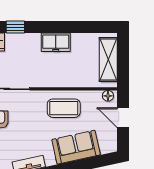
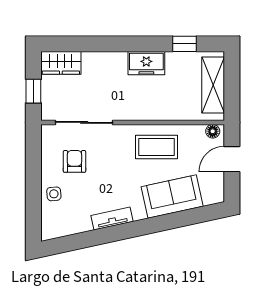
window: (15, 27) -> (185, 44), moved
door: (123, 118) -> (232, 159), hinge flipped

